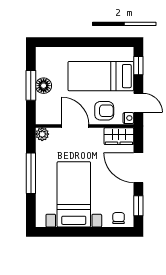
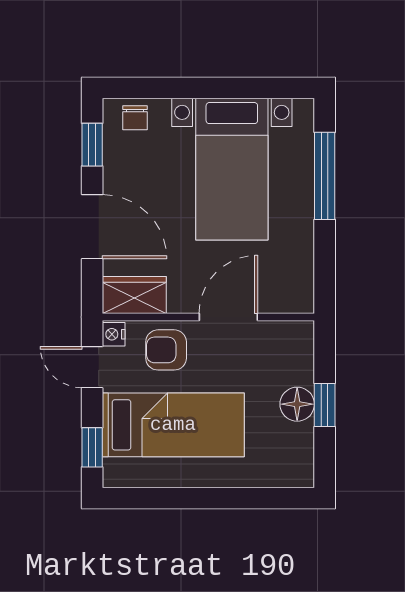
window: (31, 85) -> (325, 405), width x0.67
door: (75, 126) -> (228, 317), swing flipped
plant: (42, 134) -> (300, 299), removed
window: (31, 173) -> (325, 176), moved

